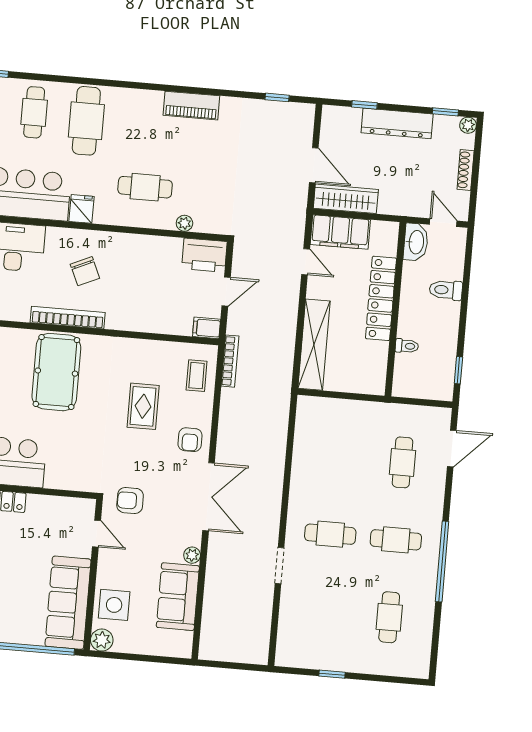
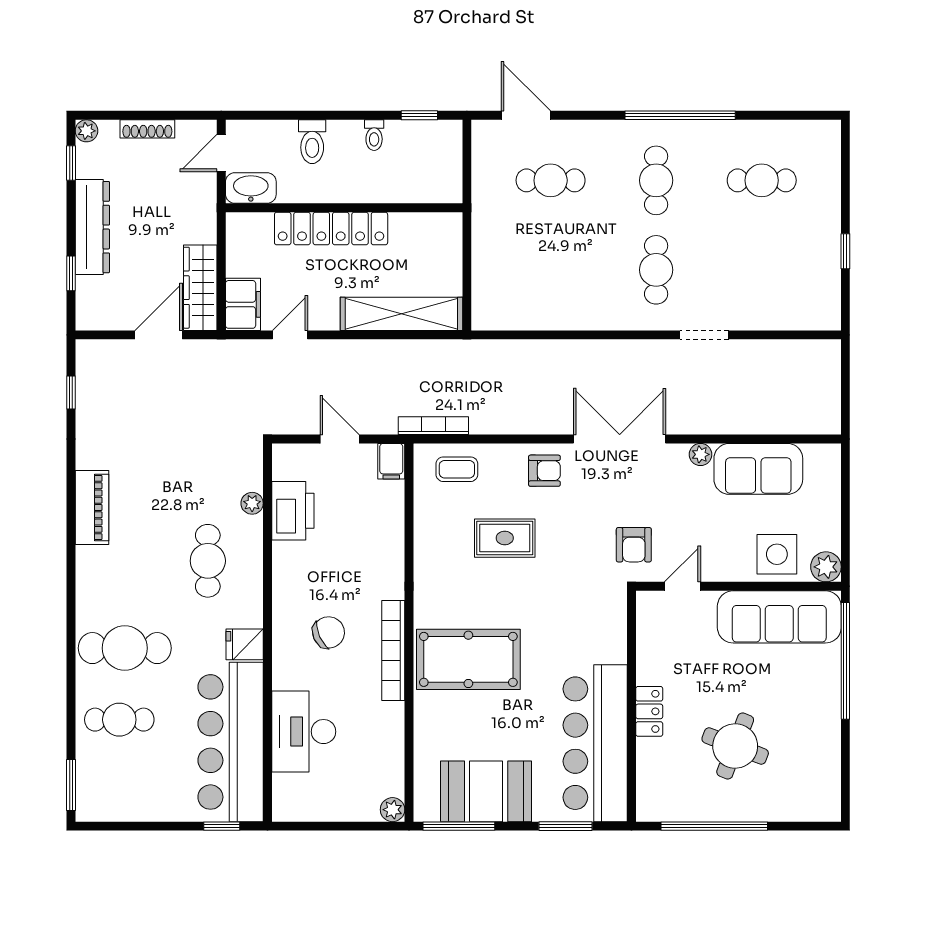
filing cabinet: (340, 232) -> (243, 304), width x0.67, depth x0.86
printer: (204, 255) -> (293, 511), moved
toilet: (407, 346) -> (374, 135), moved, turned 180

